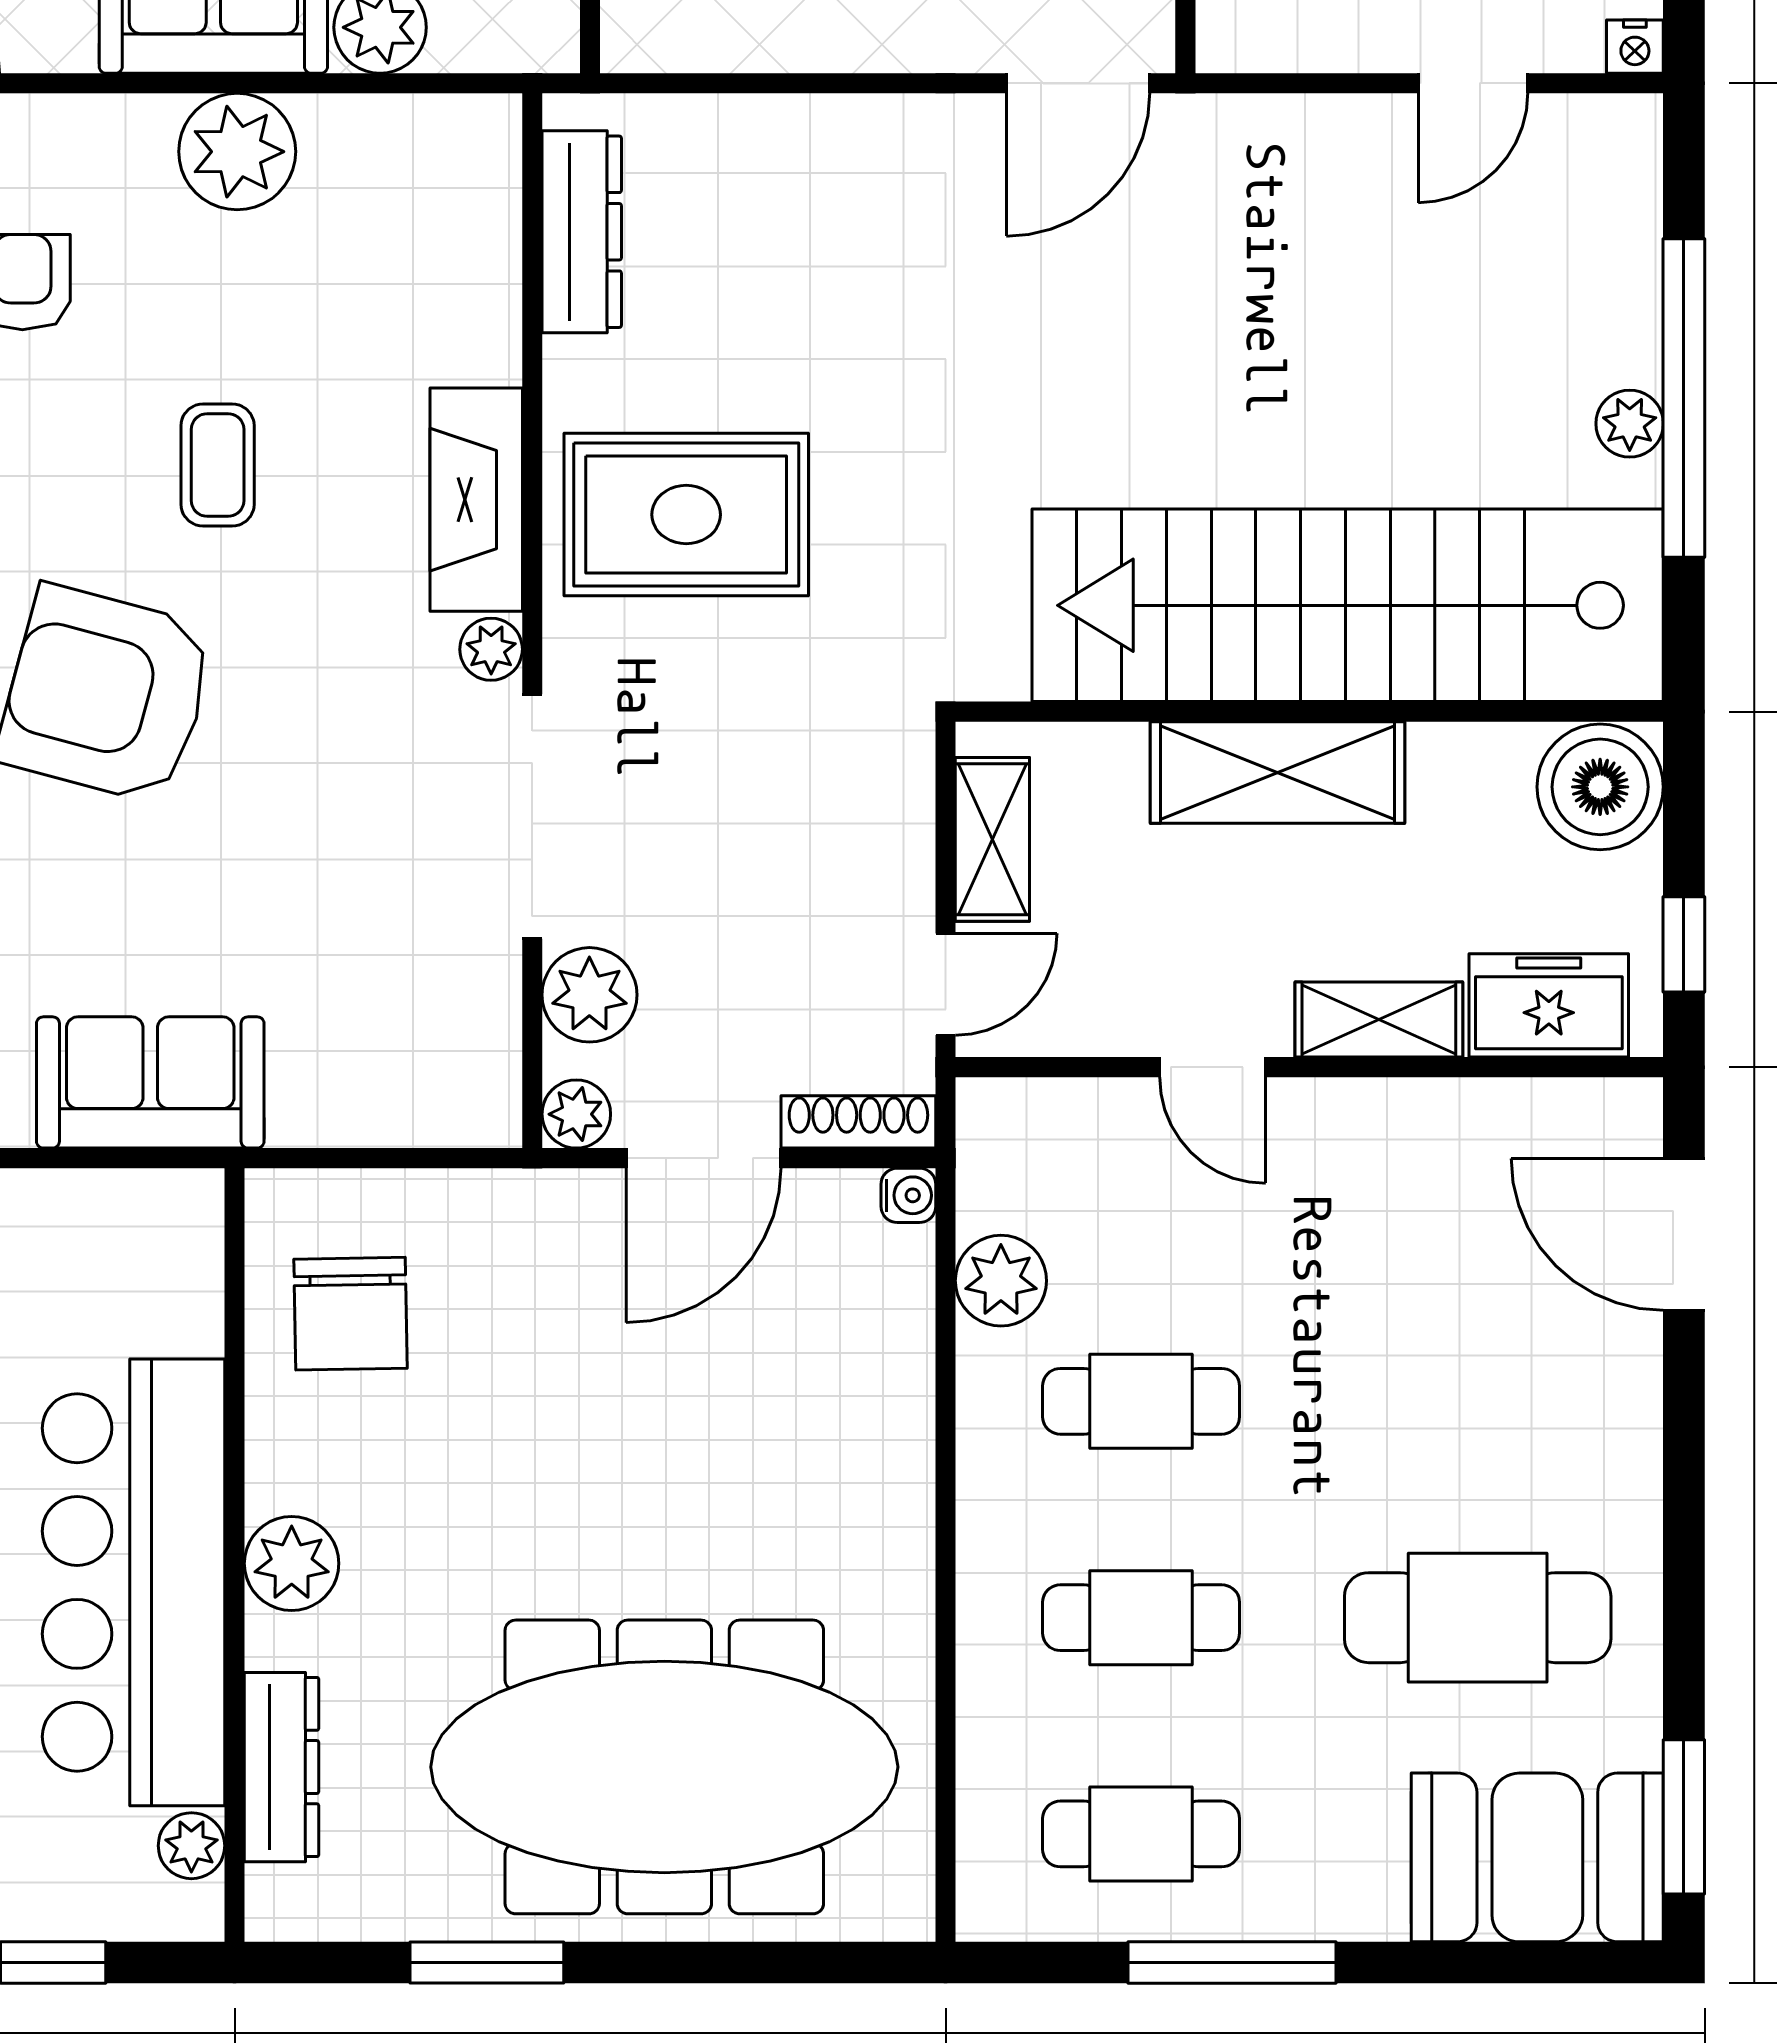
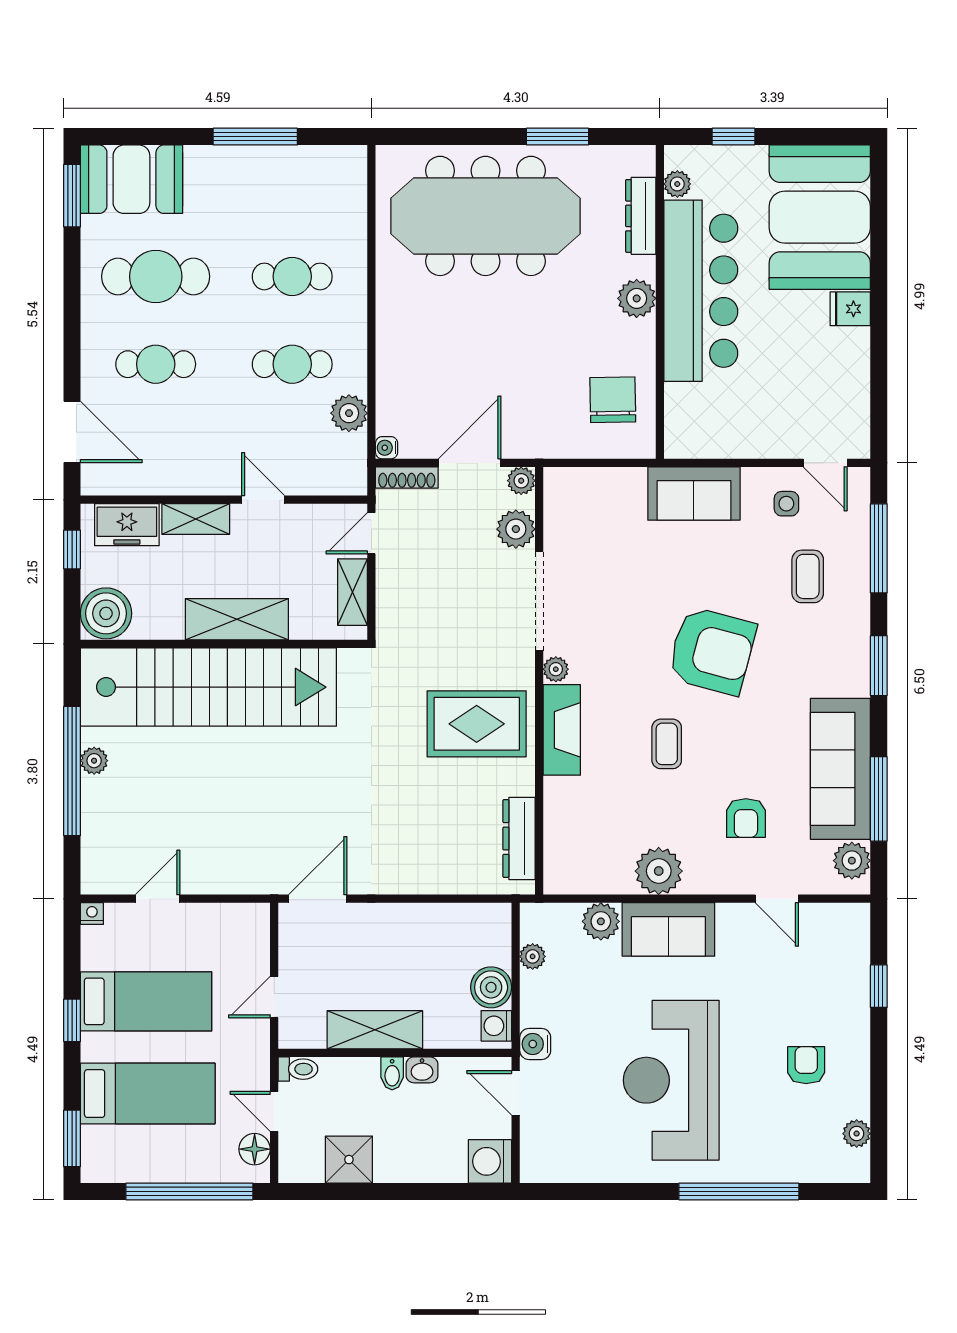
cafe table: (1141, 1834) -> (156, 364), moved

